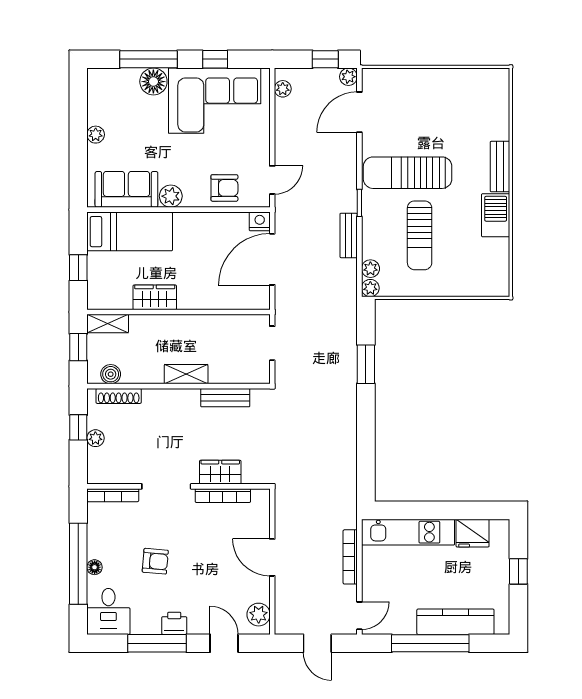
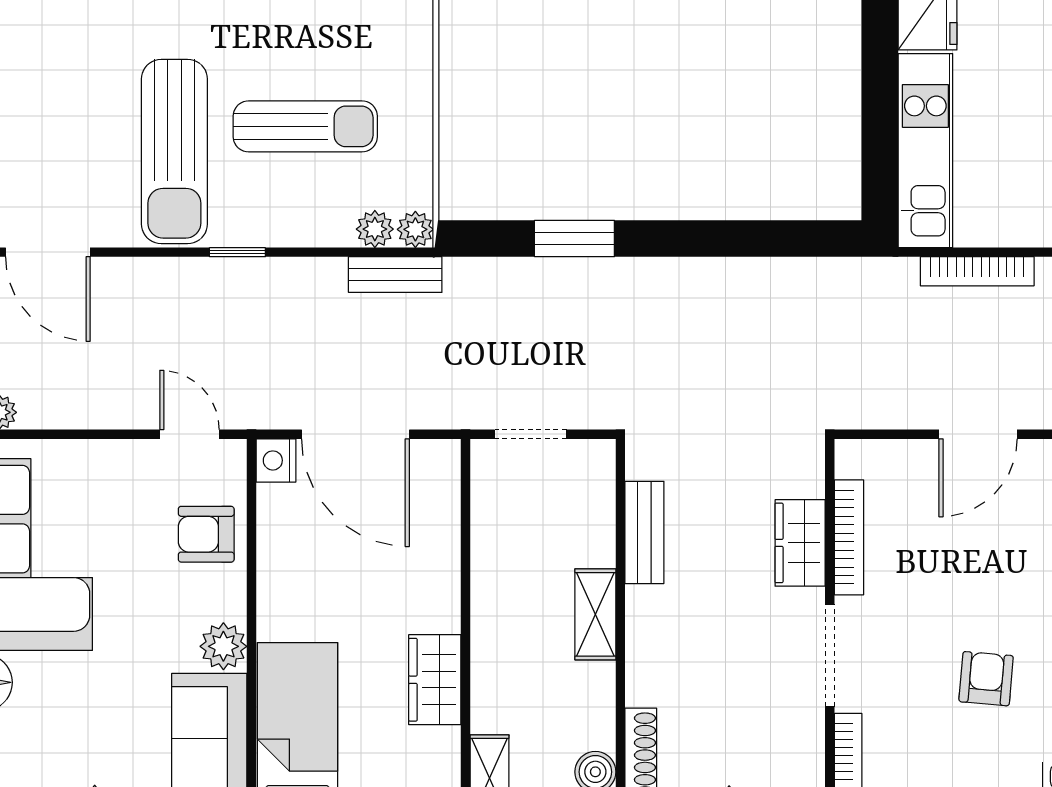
armchair: (224, 188) -> (206, 534), turned -90
bench: (349, 235) -> (395, 275), moved

